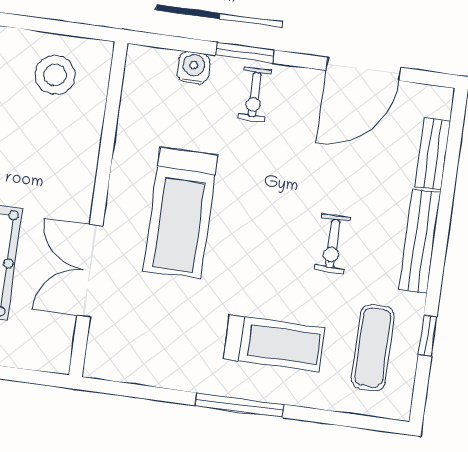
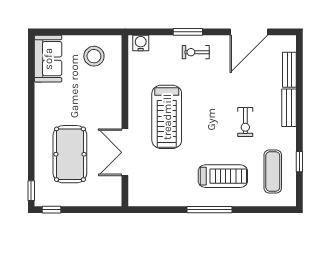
water cooler: (193, 68) -> (141, 43), moved
exercise bike: (255, 94) -> (196, 52), turned 90
bench: (420, 241) -> (289, 108), width x0.73

